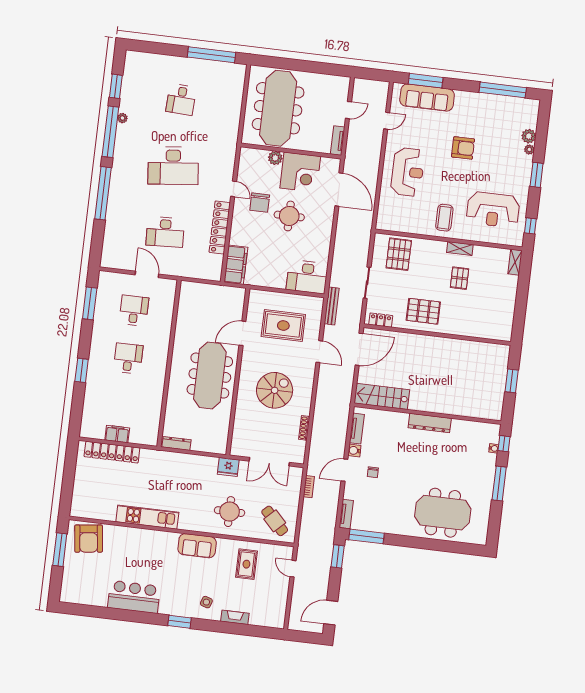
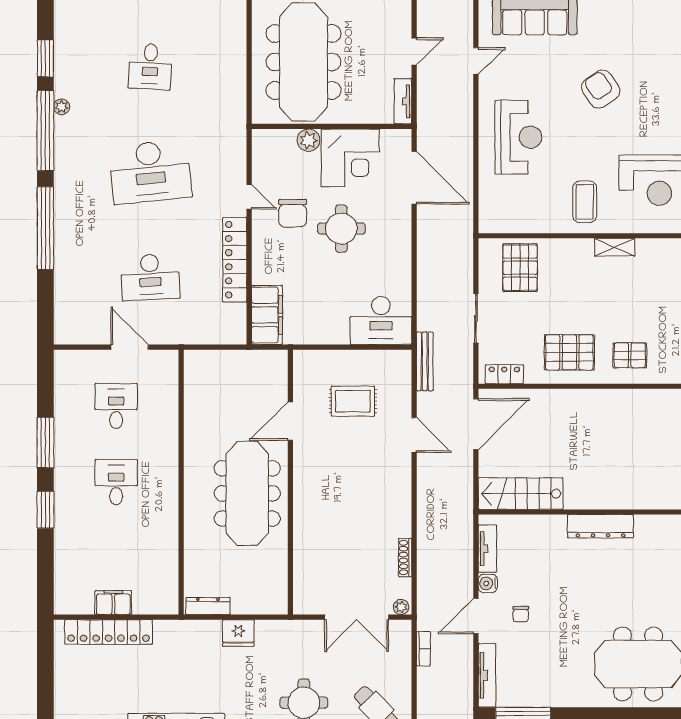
armchair: (463, 148) -> (601, 89), turned -124
pallet: (460, 278) -> (630, 355), moved, turned 90
window: (90, 303) -> (45, 442), moved
rug: (283, 326) -> (353, 401), width x0.73, depth x0.70
spiral stairs: (275, 390) -> (351, 504), removed
plant: (298, 459) -> (401, 607), added
fridge: (228, 467) -> (238, 633), moved
tv unit: (346, 514) -> (487, 675), width x1.41

